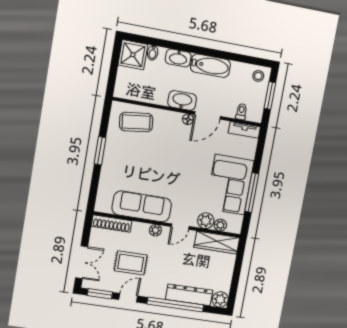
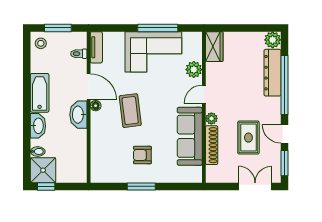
window: (116, 55) -> (46, 186), added
coffee table: (136, 122) -> (130, 111), moved
armchair: (131, 157) -> (142, 155), added
shoe rack: (112, 224) -> (212, 145), moved
plant: (220, 225) -> (196, 54), removed
door: (180, 227) -> (204, 94), swing flipped
wardrobe: (217, 243) -> (214, 47), width x0.67

